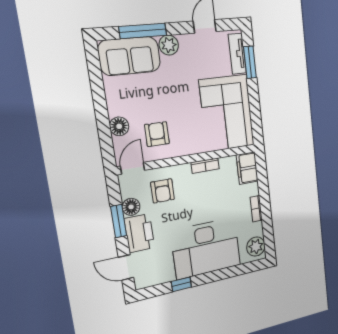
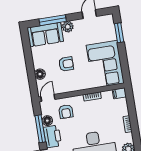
tv unit: (237, 54) -> (111, 28), removed
armchair: (157, 134) -> (66, 64), moved, turned 90
filing cabinet: (247, 168) -> (119, 93), width x0.50
window: (119, 221) -> (40, 129), width x1.44

